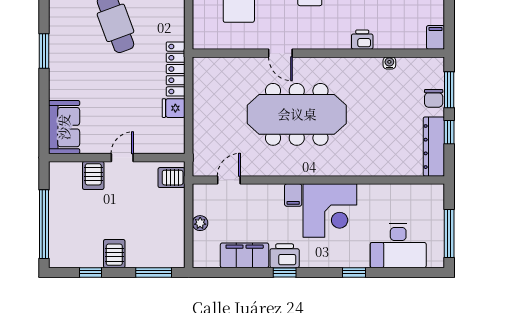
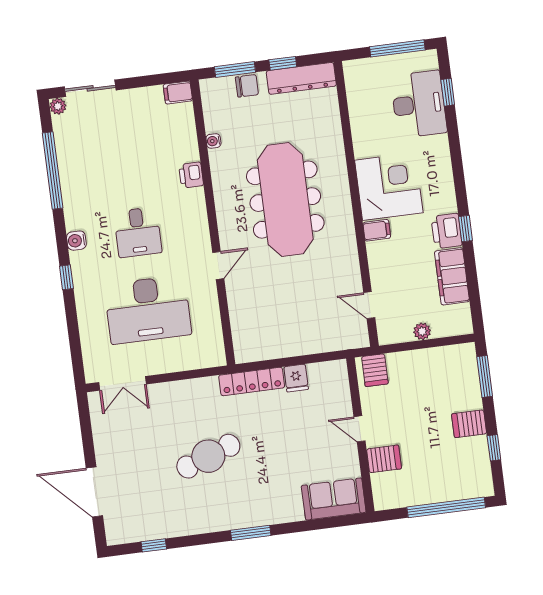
meeting table: (297, 114) -> (285, 200), moved
window: (354, 272) -> (448, 92), moved

